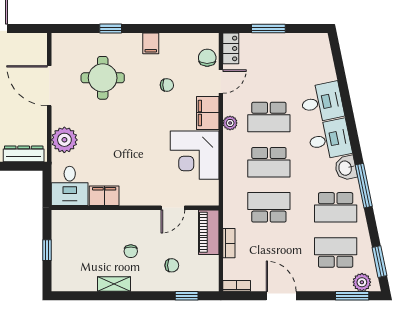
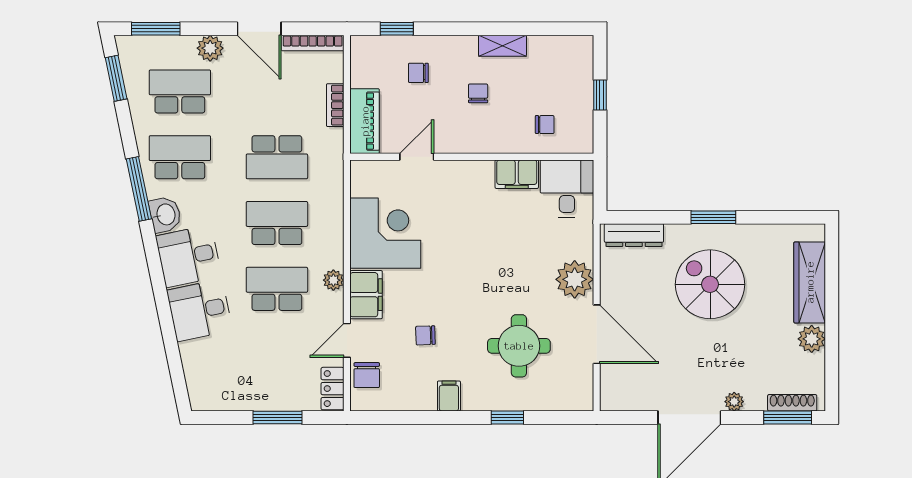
plant: (64, 140) -> (575, 279), moved
chair: (85, 230) -> (545, 125), added
school desk: (336, 253) -> (180, 91), turned 180
plant: (362, 282) -> (210, 48), moved
bookcase: (237, 286) -> (313, 43), width x1.56

